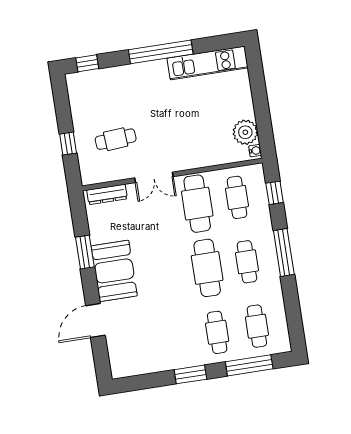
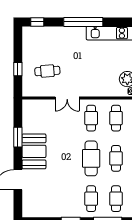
dresser: (107, 194) -> (37, 104), removed
cafe table: (197, 204) -> (91, 118), width x0.73, depth x0.74

